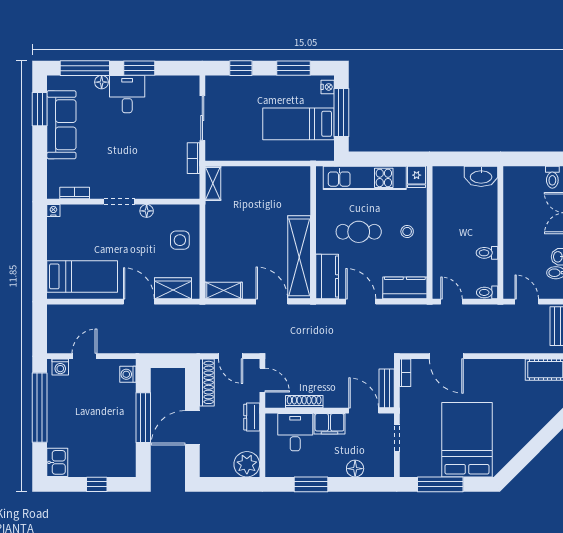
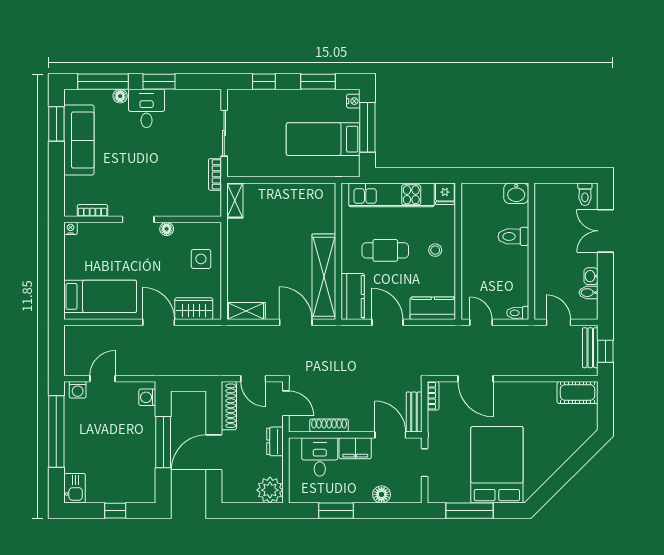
washbasin: (481, 176) -> (516, 193), width x0.72
toilet: (487, 253) -> (513, 236), moved, width x1.37, depth x1.39

